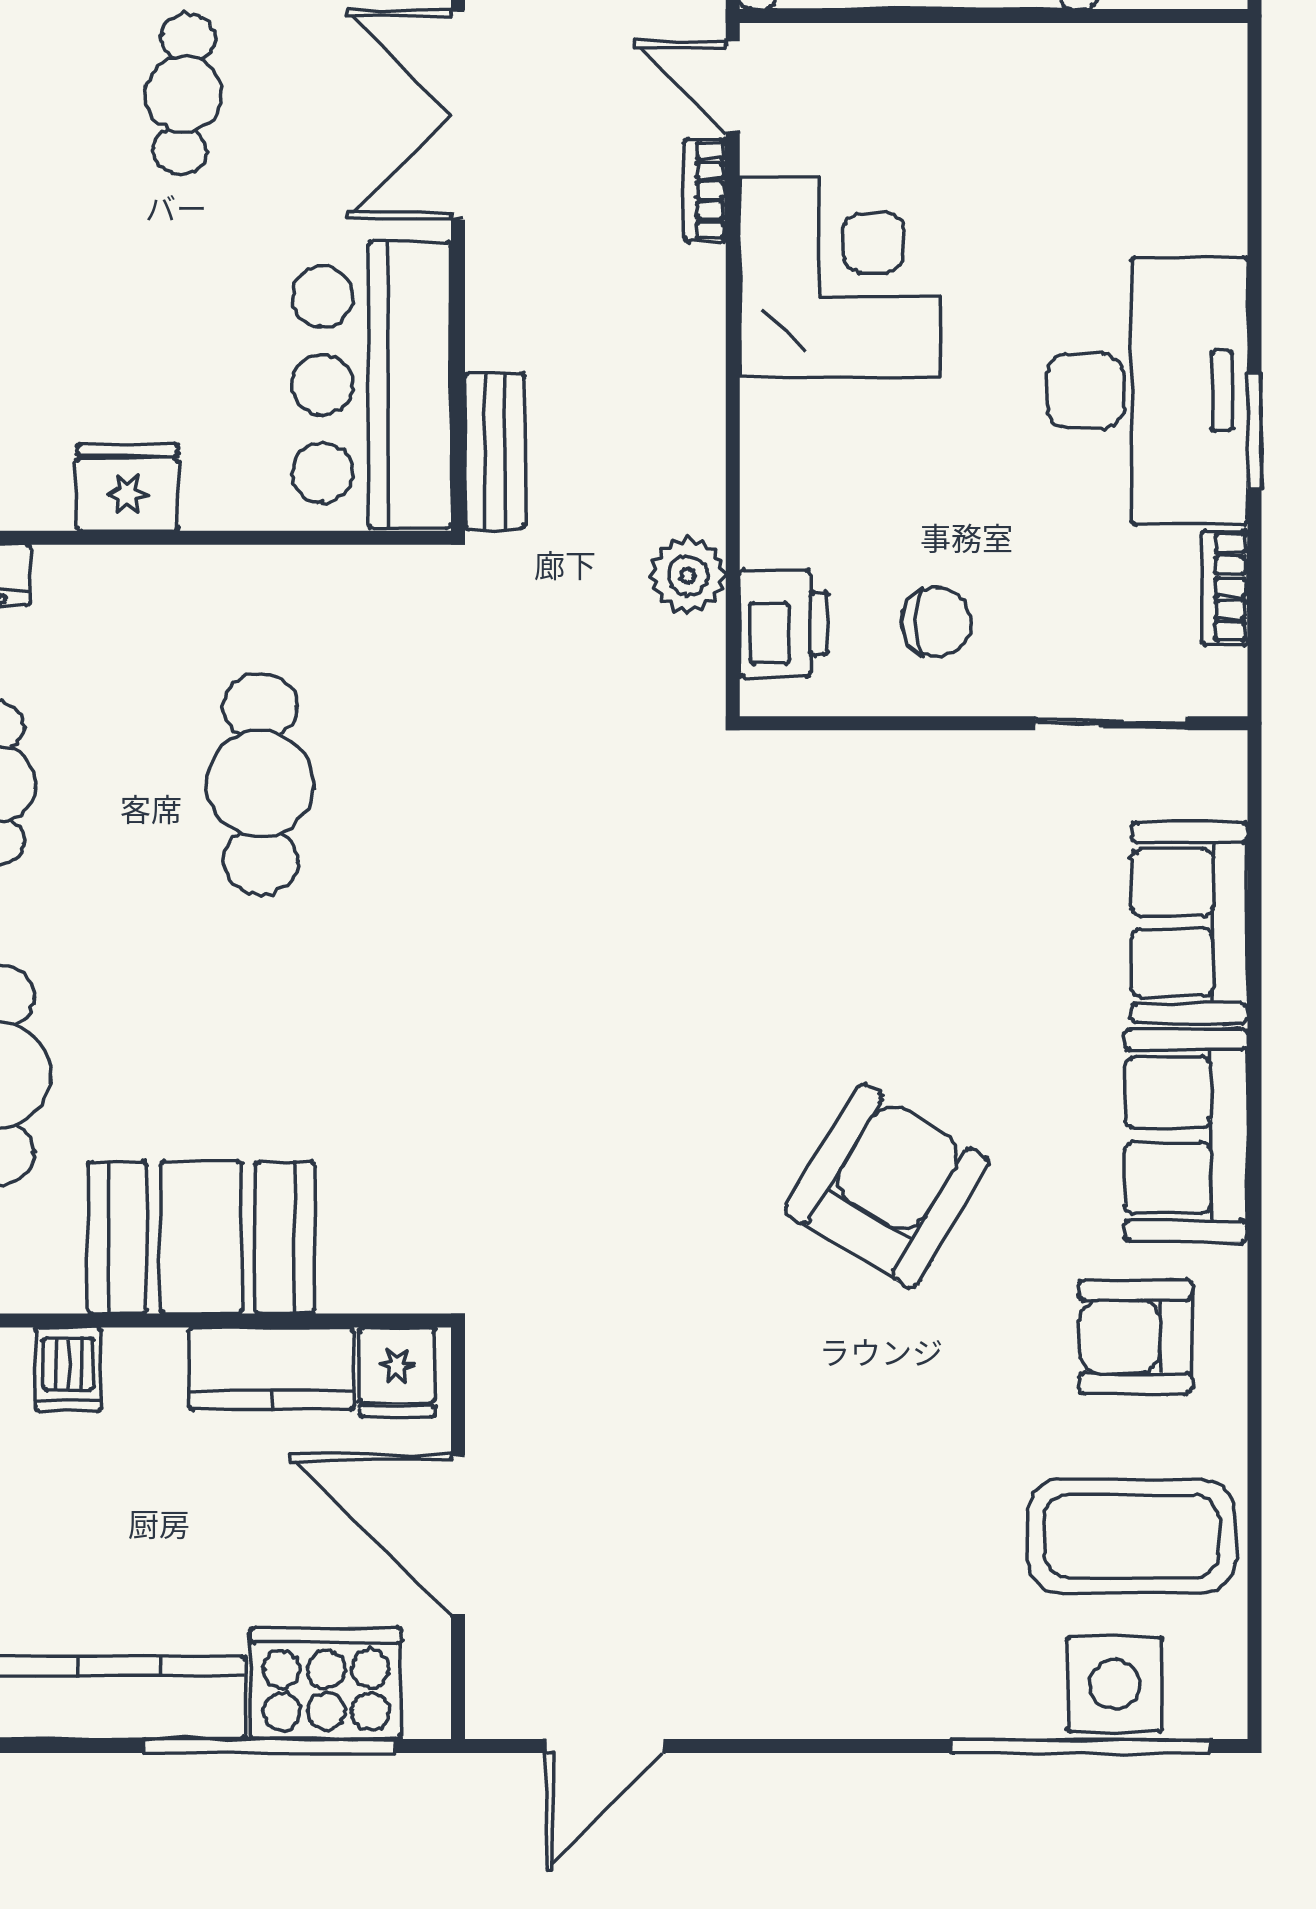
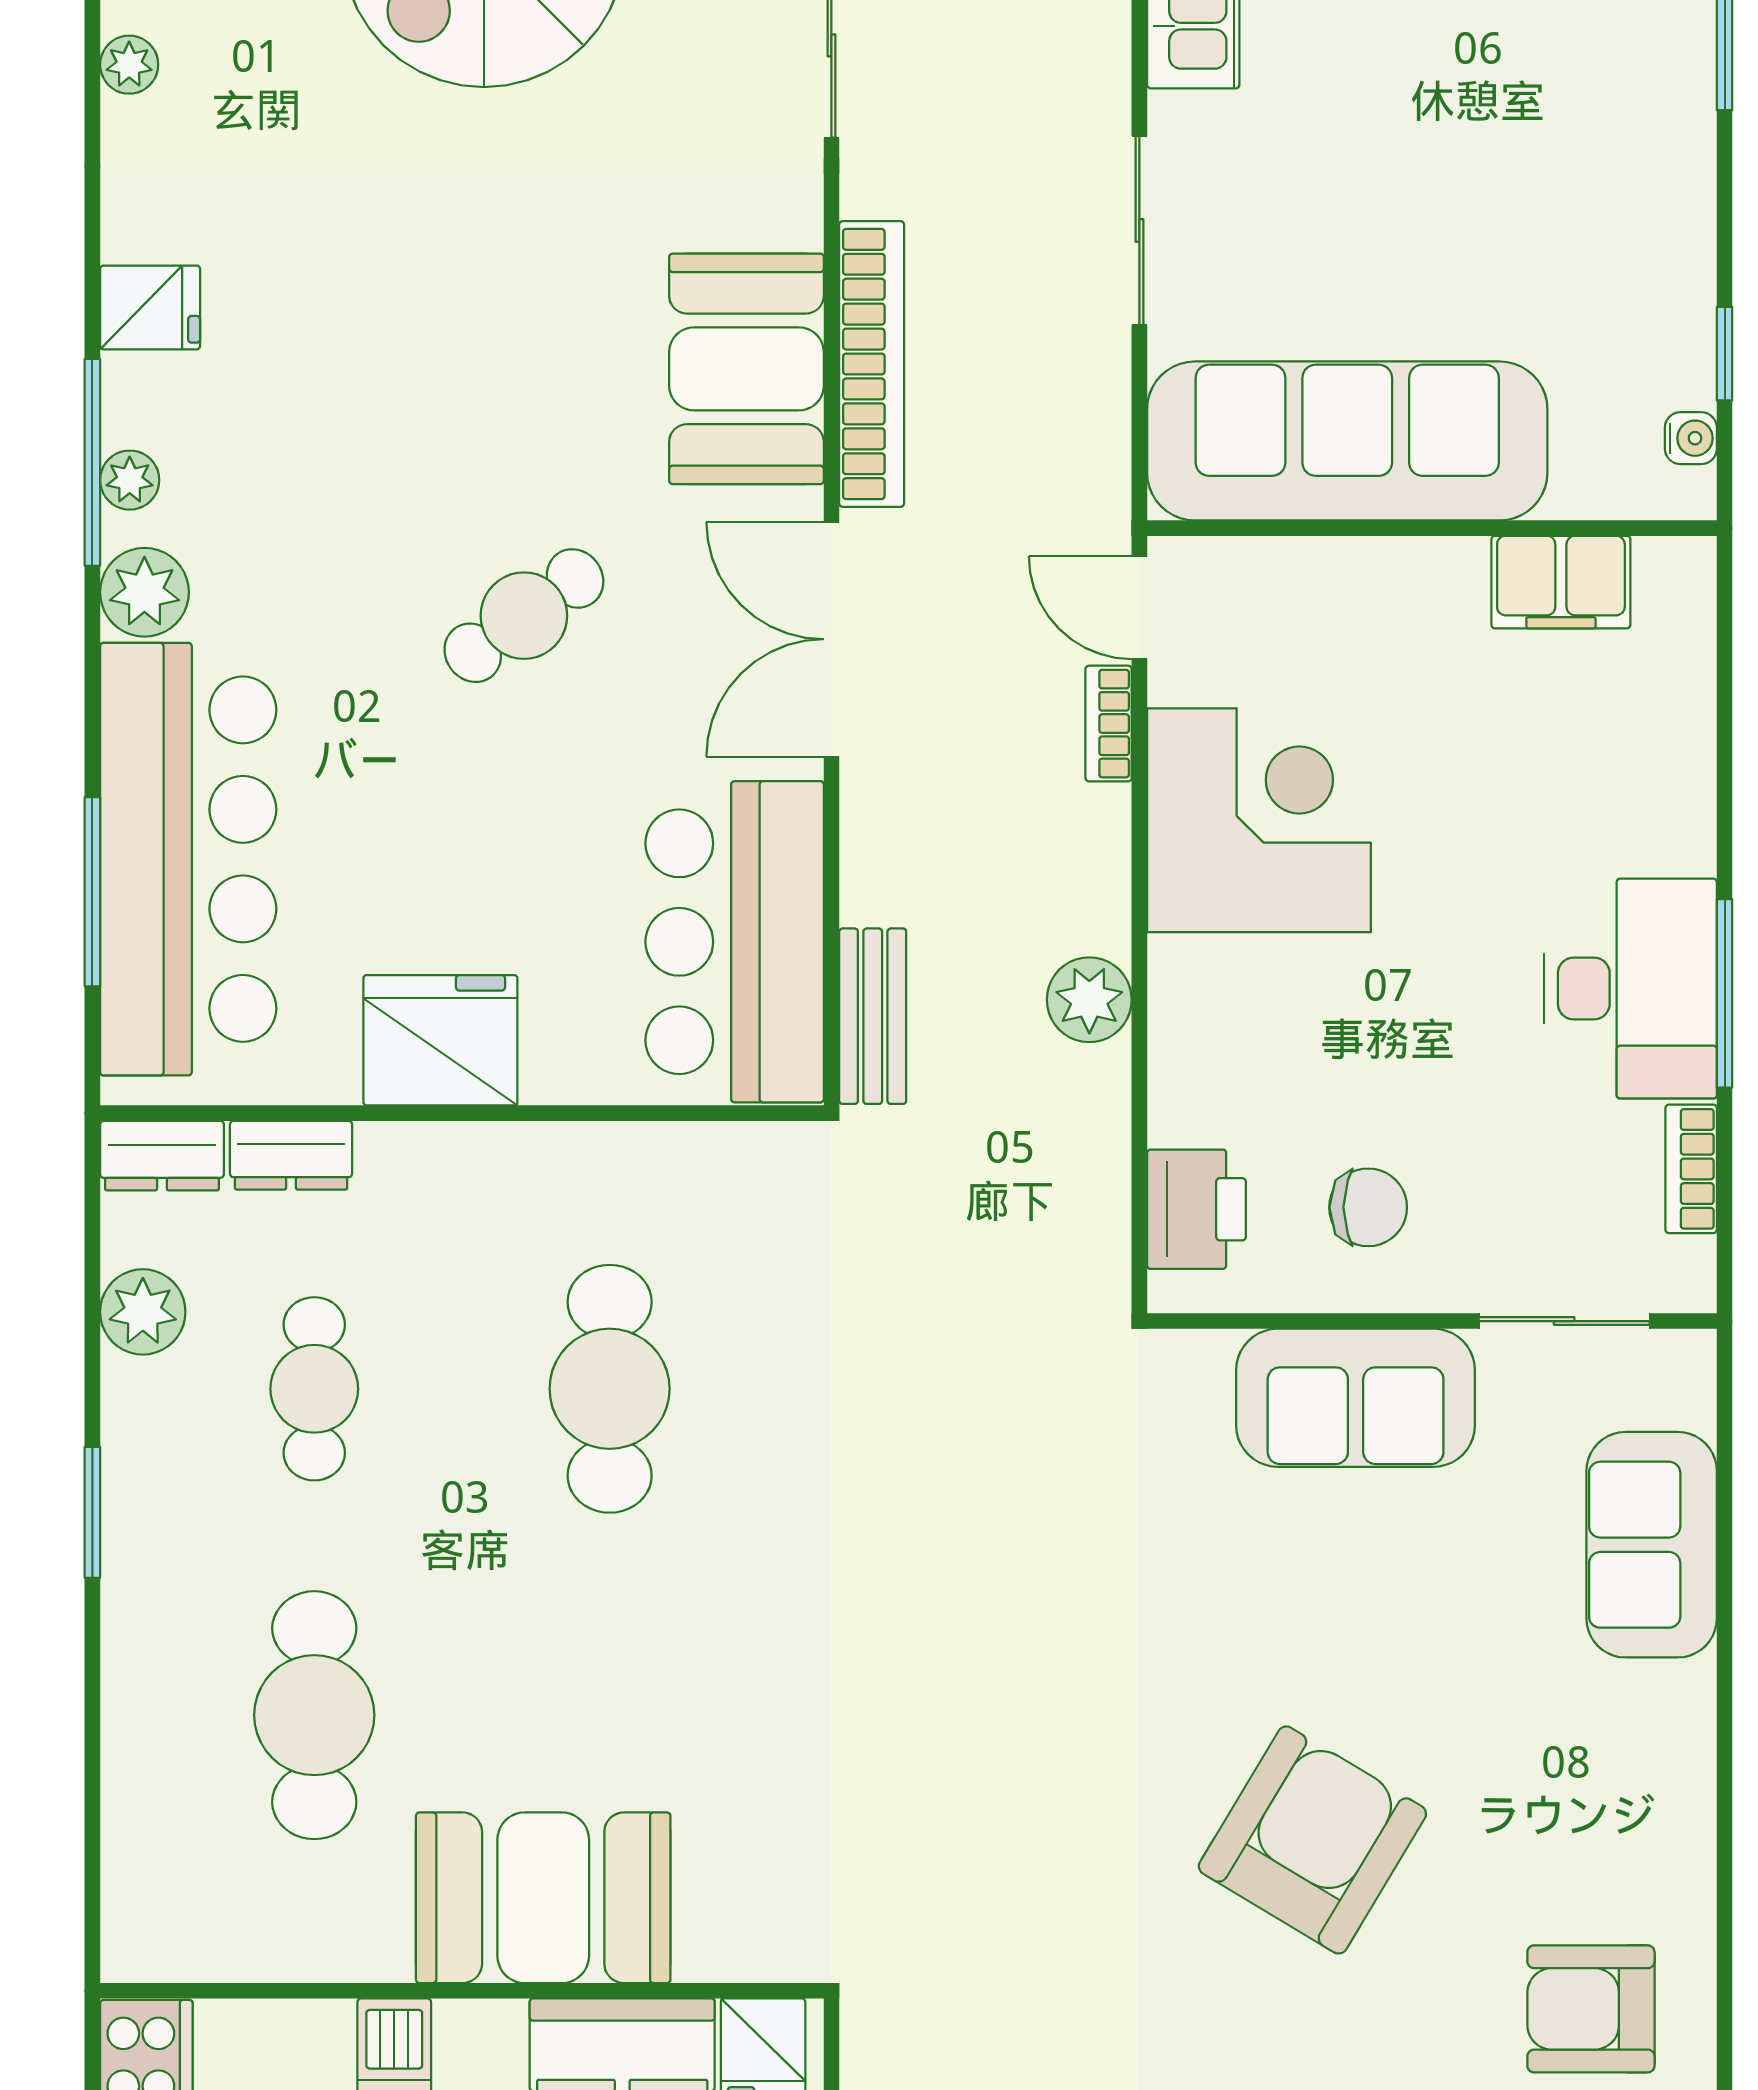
filing cabinet: (1109, 64) -> (1561, 582), added
cafe table: (184, 94) -> (524, 616), turned 50
desk: (1147, 391) -> (1630, 989), width x0.73, depth x0.77
window: (1254, 431) -> (1725, 993), width x1.44
fridge: (128, 487) -> (440, 1040), width x1.36, depth x1.34
plant: (688, 575) -> (1089, 1000), moved
sofa: (1186, 1135) -> (1356, 1398), moved, turned -90

